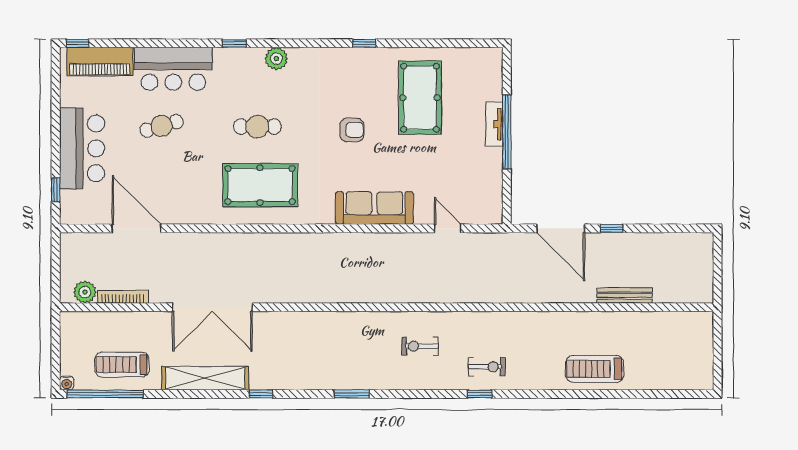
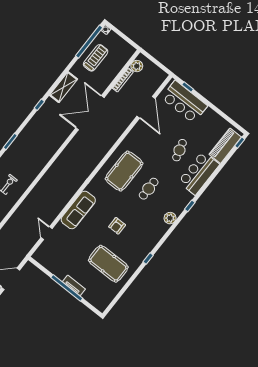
bar counter: (82, 148) -> (184, 102), moved
door: (137, 228) -> (146, 107), hinge flipped
door: (448, 228) -> (47, 233), swing flipped
shelving: (205, 378) -> (64, 87), width x0.68

